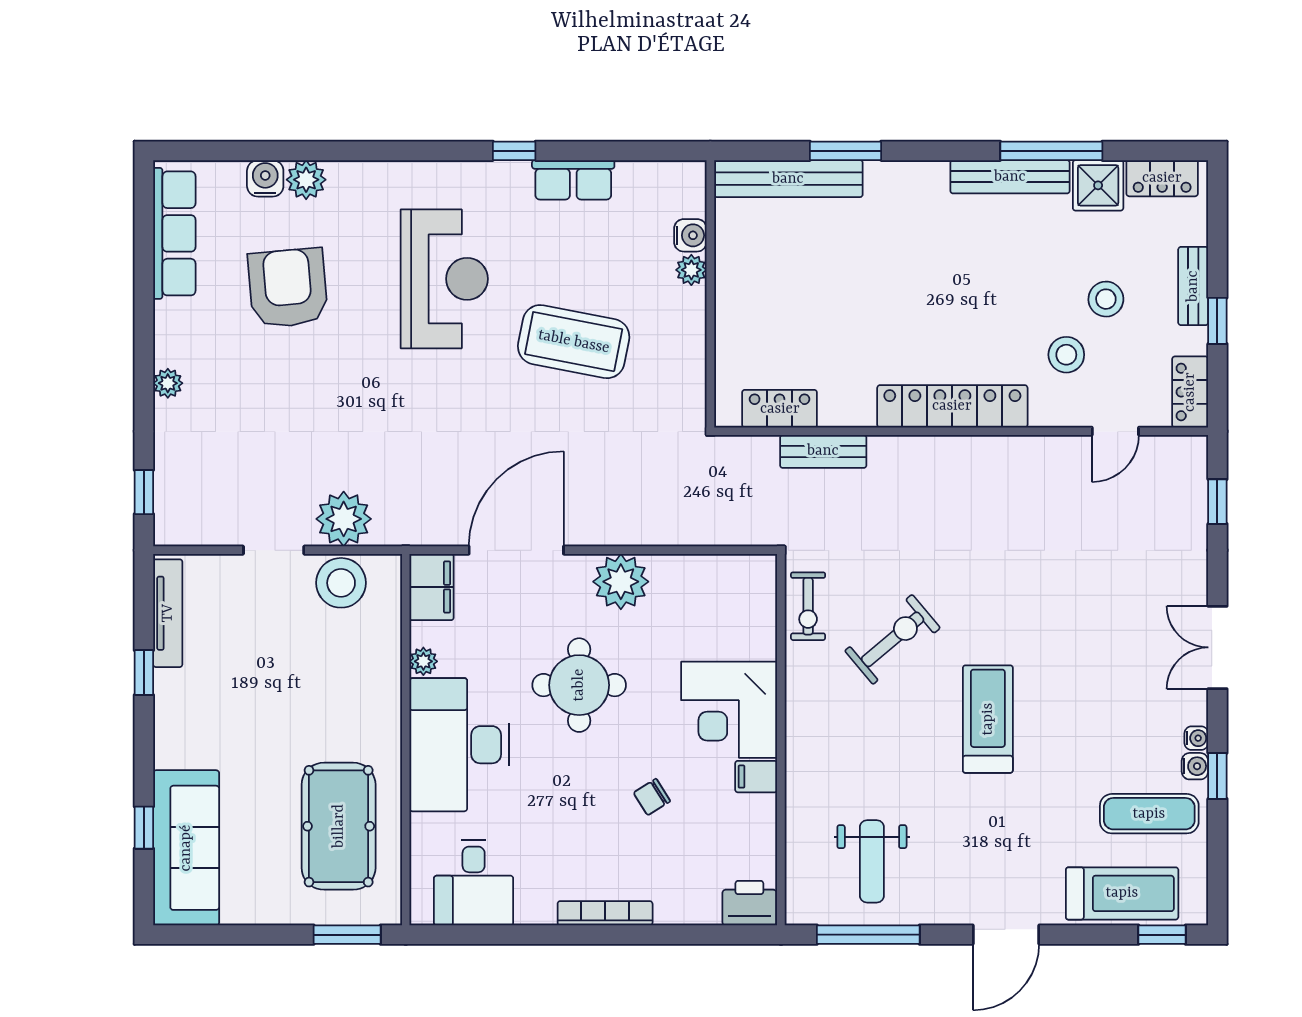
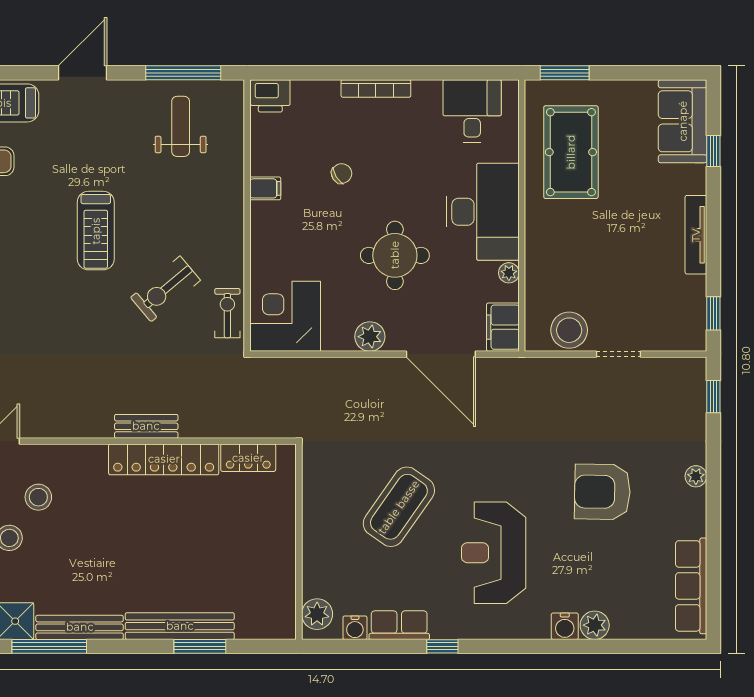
water cooler: (265, 178) -> (565, 626), moved
bench: (788, 179) -> (180, 626), moved
water cooler: (690, 235) -> (355, 628), moved, turned -90
plant: (691, 270) -> (317, 614), moved, width x1.38, depth x1.38
armchair: (288, 288) -> (602, 492), moved, turned 96
coffee table: (574, 342) -> (399, 507), turned -66
locker: (952, 406) -> (164, 459), moved
bench: (823, 451) -> (146, 426), moved
plant: (344, 519) -> (567, 377), removed
door: (516, 550) -> (441, 354), hinge flipped
plant: (621, 582) -> (370, 337), width x0.73, depth x0.73
tv unit: (168, 613) -> (696, 235), moved
window: (144, 673) -> (713, 313), moved
corner desk: (729, 710) -> (285, 316), moved, turned -90
sofa: (186, 848) -> (683, 121), width x0.73

